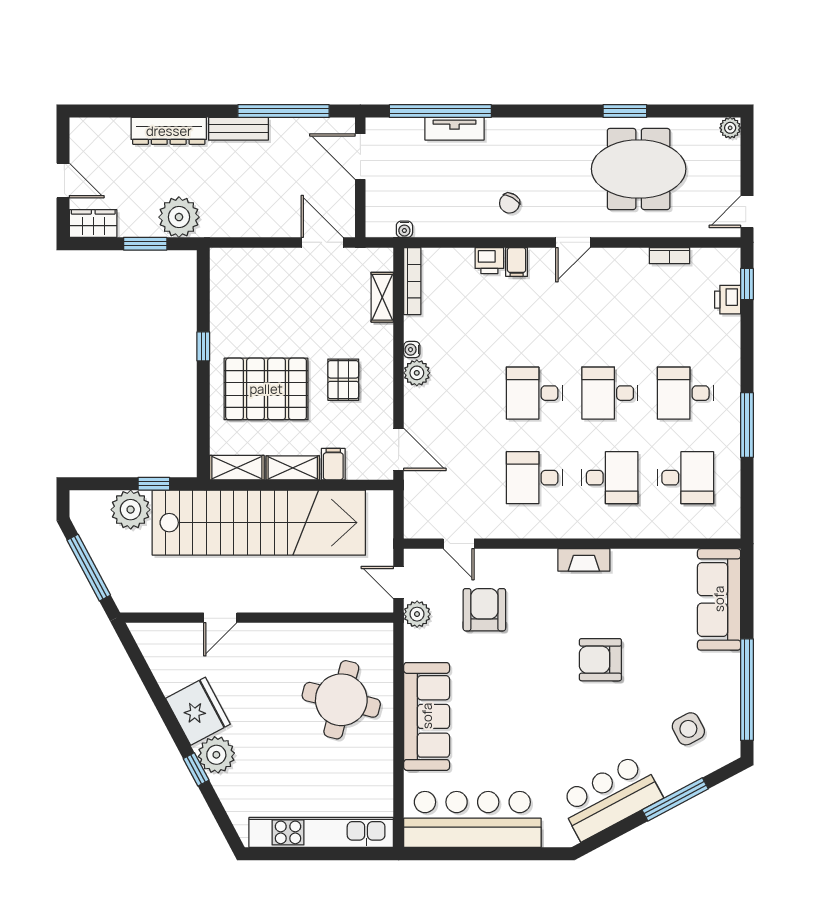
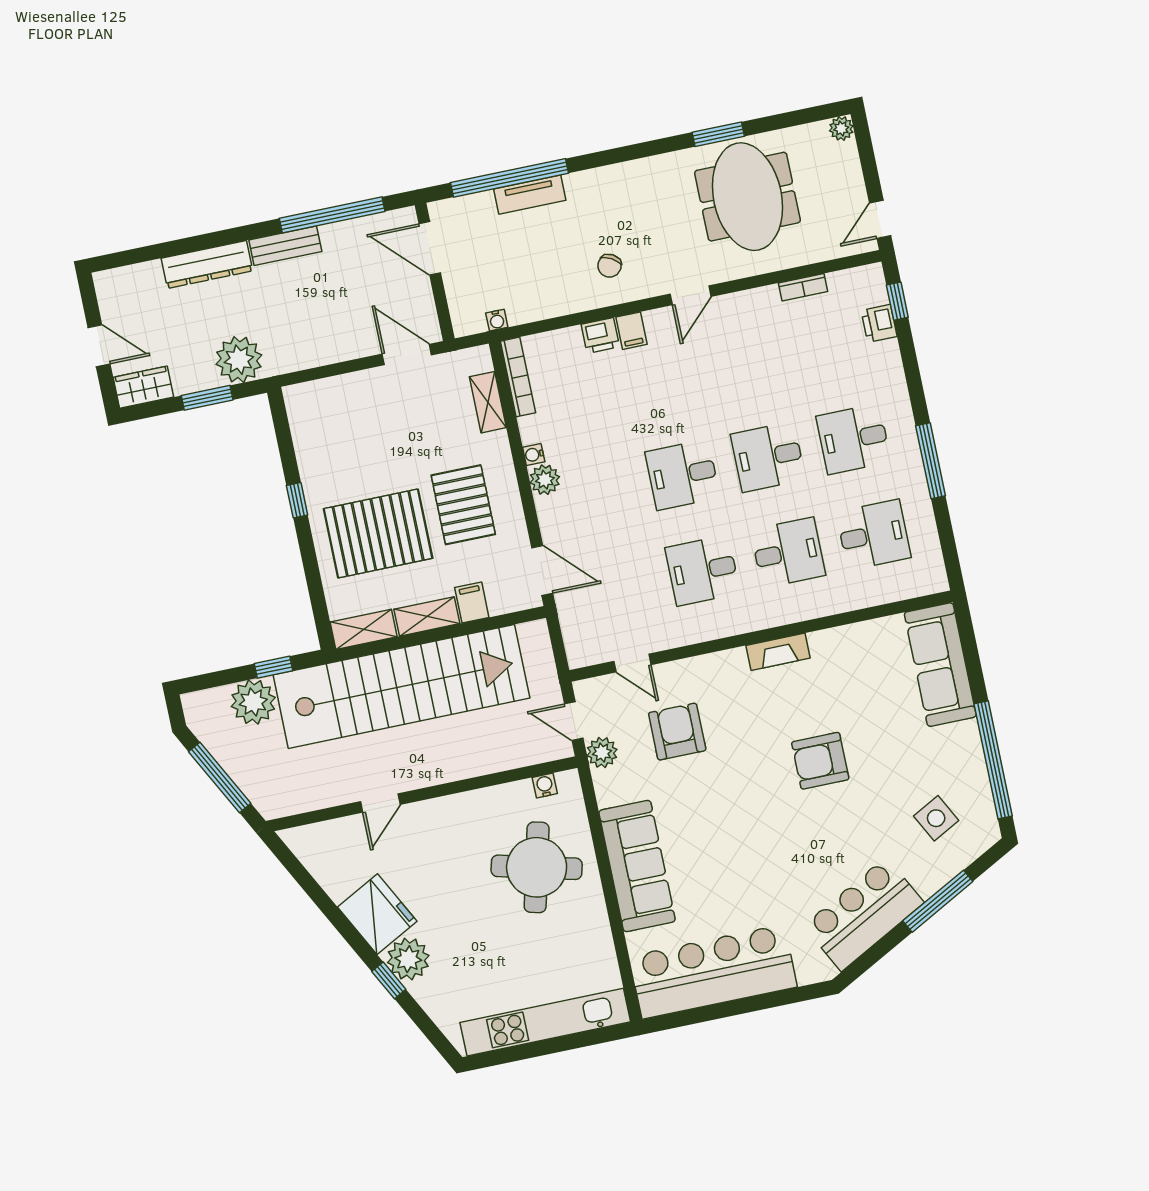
meeting table: (639, 169) -> (747, 197), turned 90
pallet: (343, 380) -> (463, 505), width x1.50, depth x1.42
water cooler: (363, 632) -> (545, 785), added

